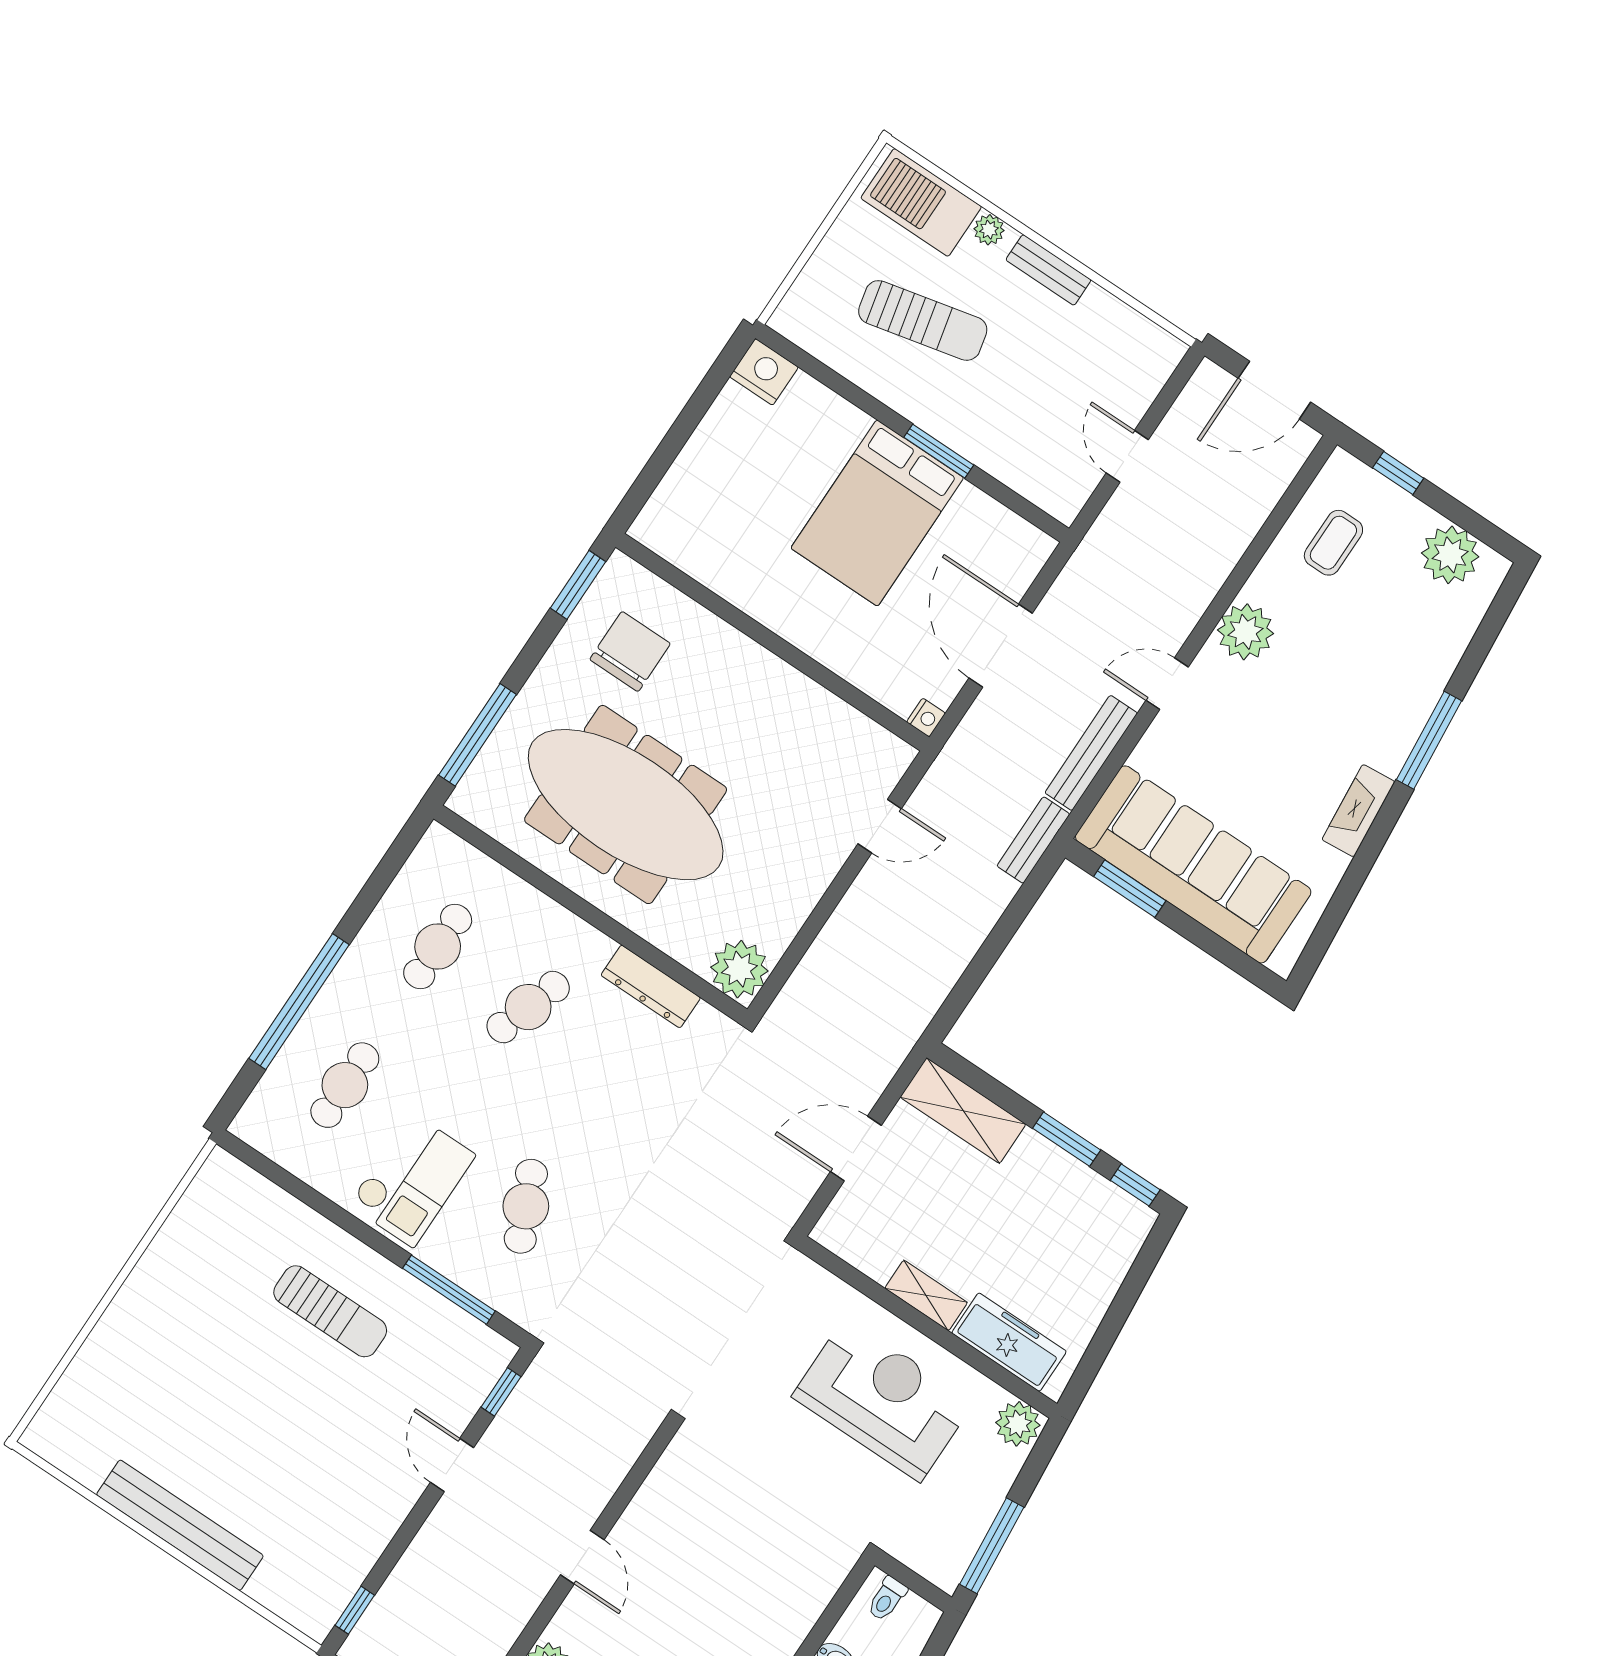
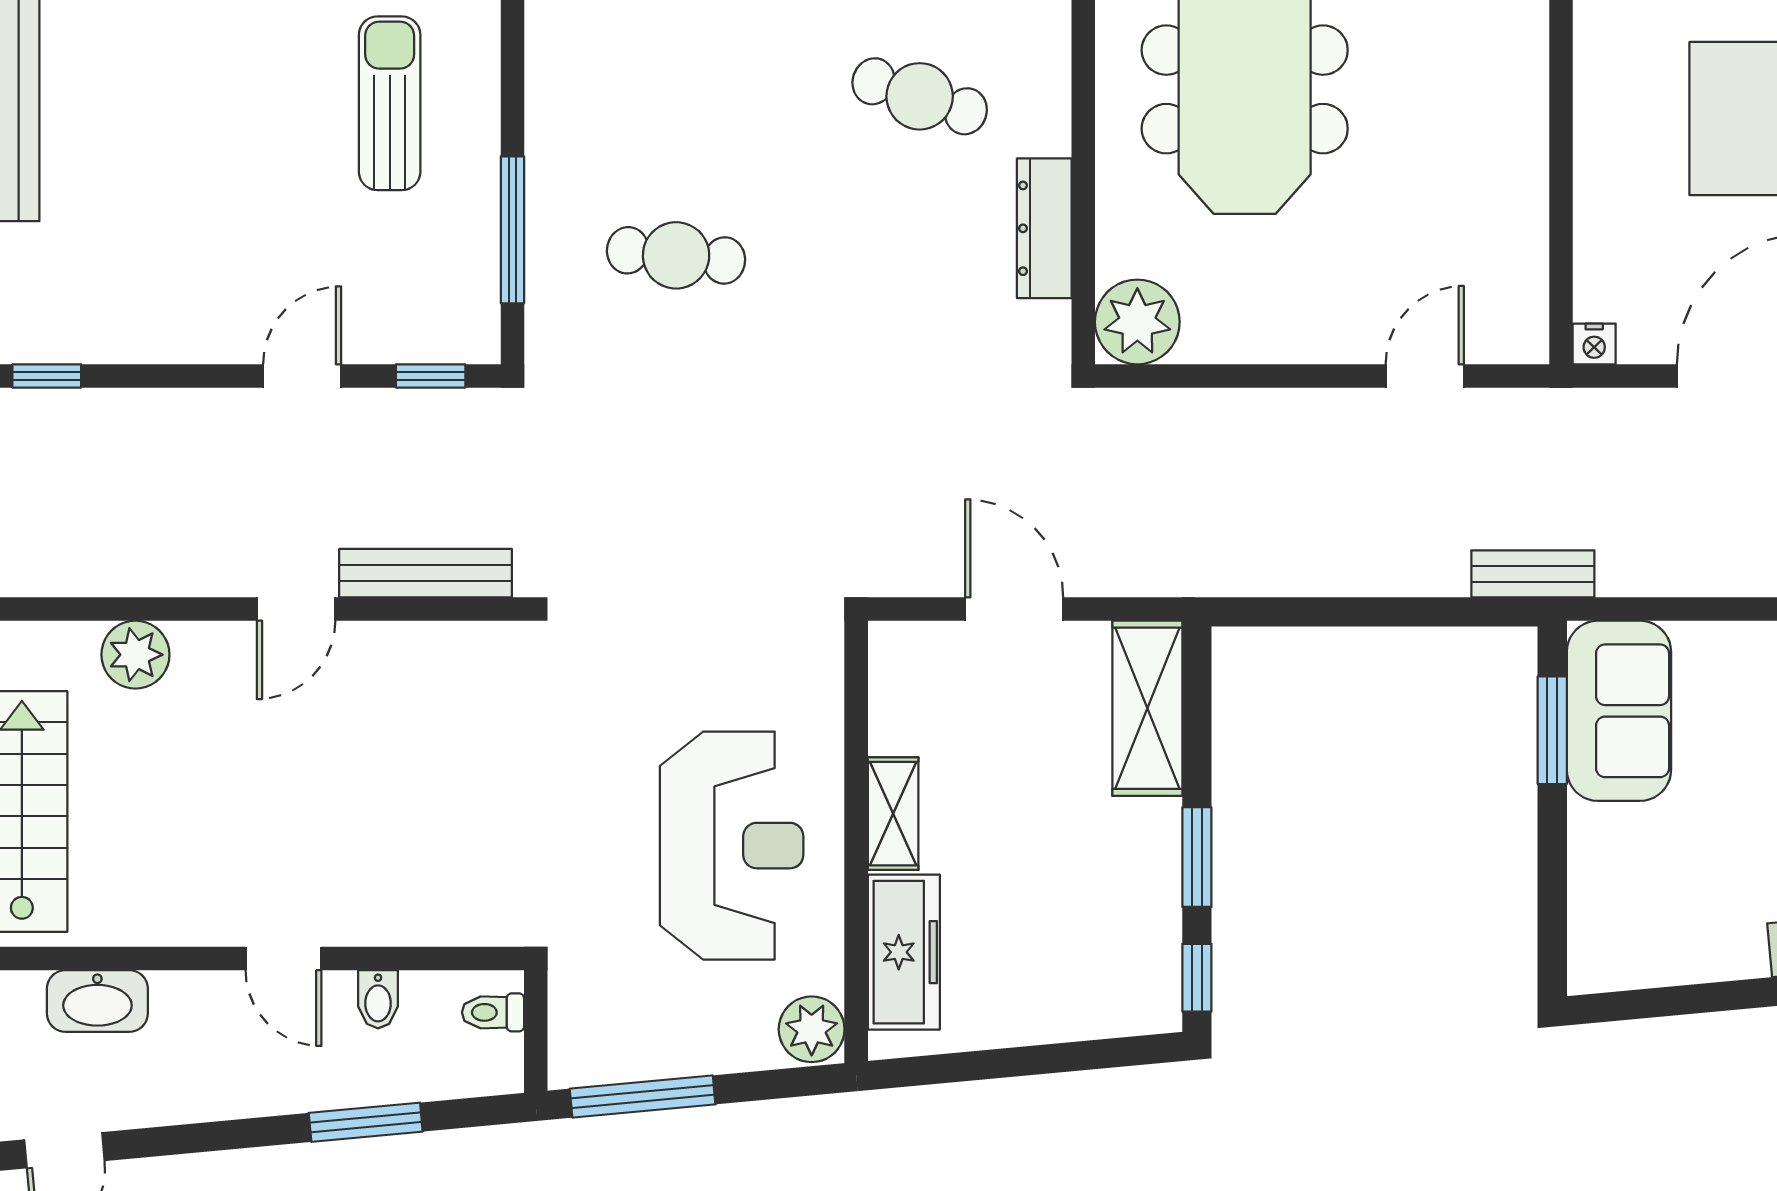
bench: (1091, 753) -> (426, 573), moved
door: (880, 826) -> (1425, 376), swing flipped
sofa: (1193, 864) -> (1619, 711), width x0.54, depth x0.79
checkout: (412, 1180) -> (616, 96), removed
cafe table: (526, 1206) -> (676, 255), turned 30
sun lounger: (330, 1311) -> (390, 103), turned 180

